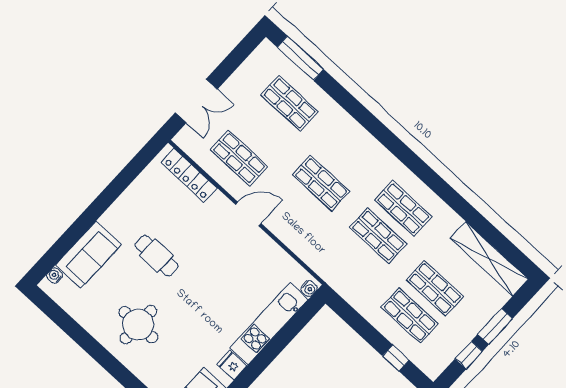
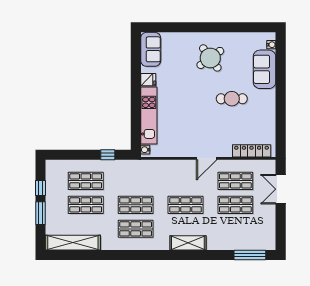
shop shelf: (289, 103) -> (235, 205), moved
shelving: (358, 137) -> (188, 243), added
round table: (138, 325) -> (210, 58), turned -36
window: (396, 358) -> (108, 155), moved

